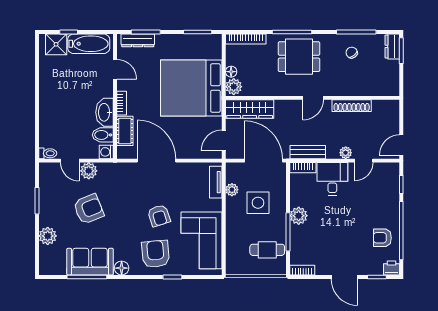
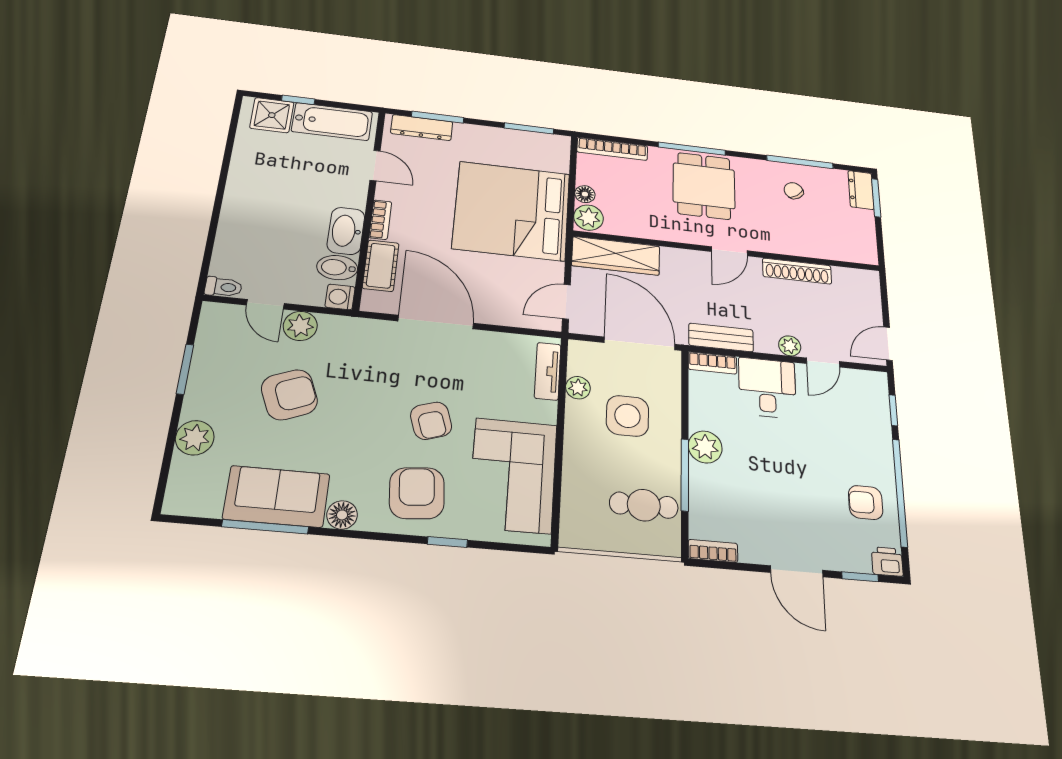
dining table: (299, 57) -> (704, 186), turned 90

